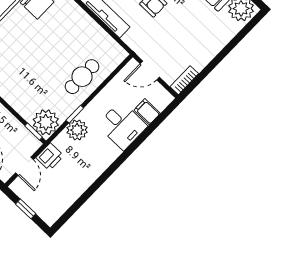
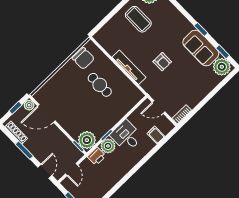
cafe table: (82, 77) -> (100, 85), moved, turned 90
desk: (122, 125) -> (126, 136), moved, turned 180
printer: (50, 157) -> (97, 156), moved

